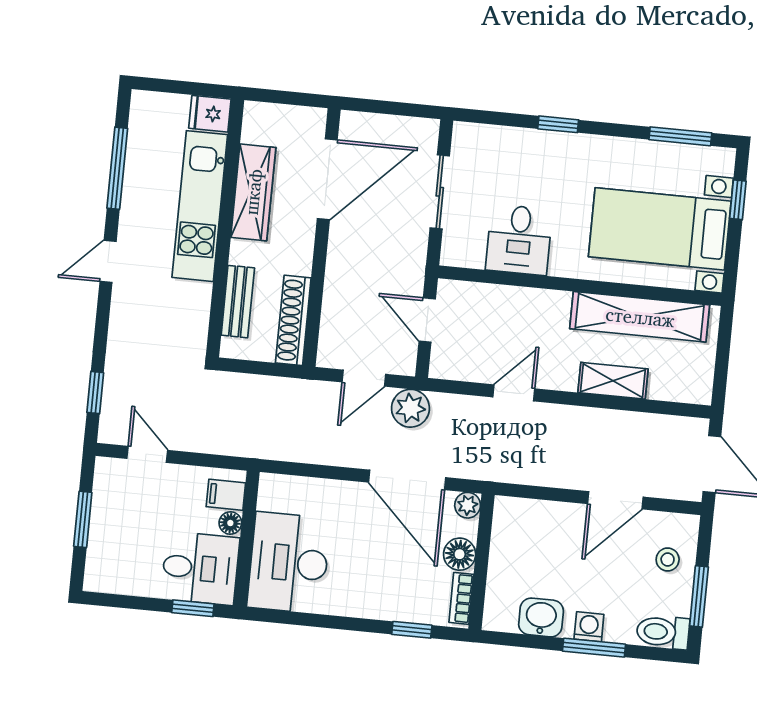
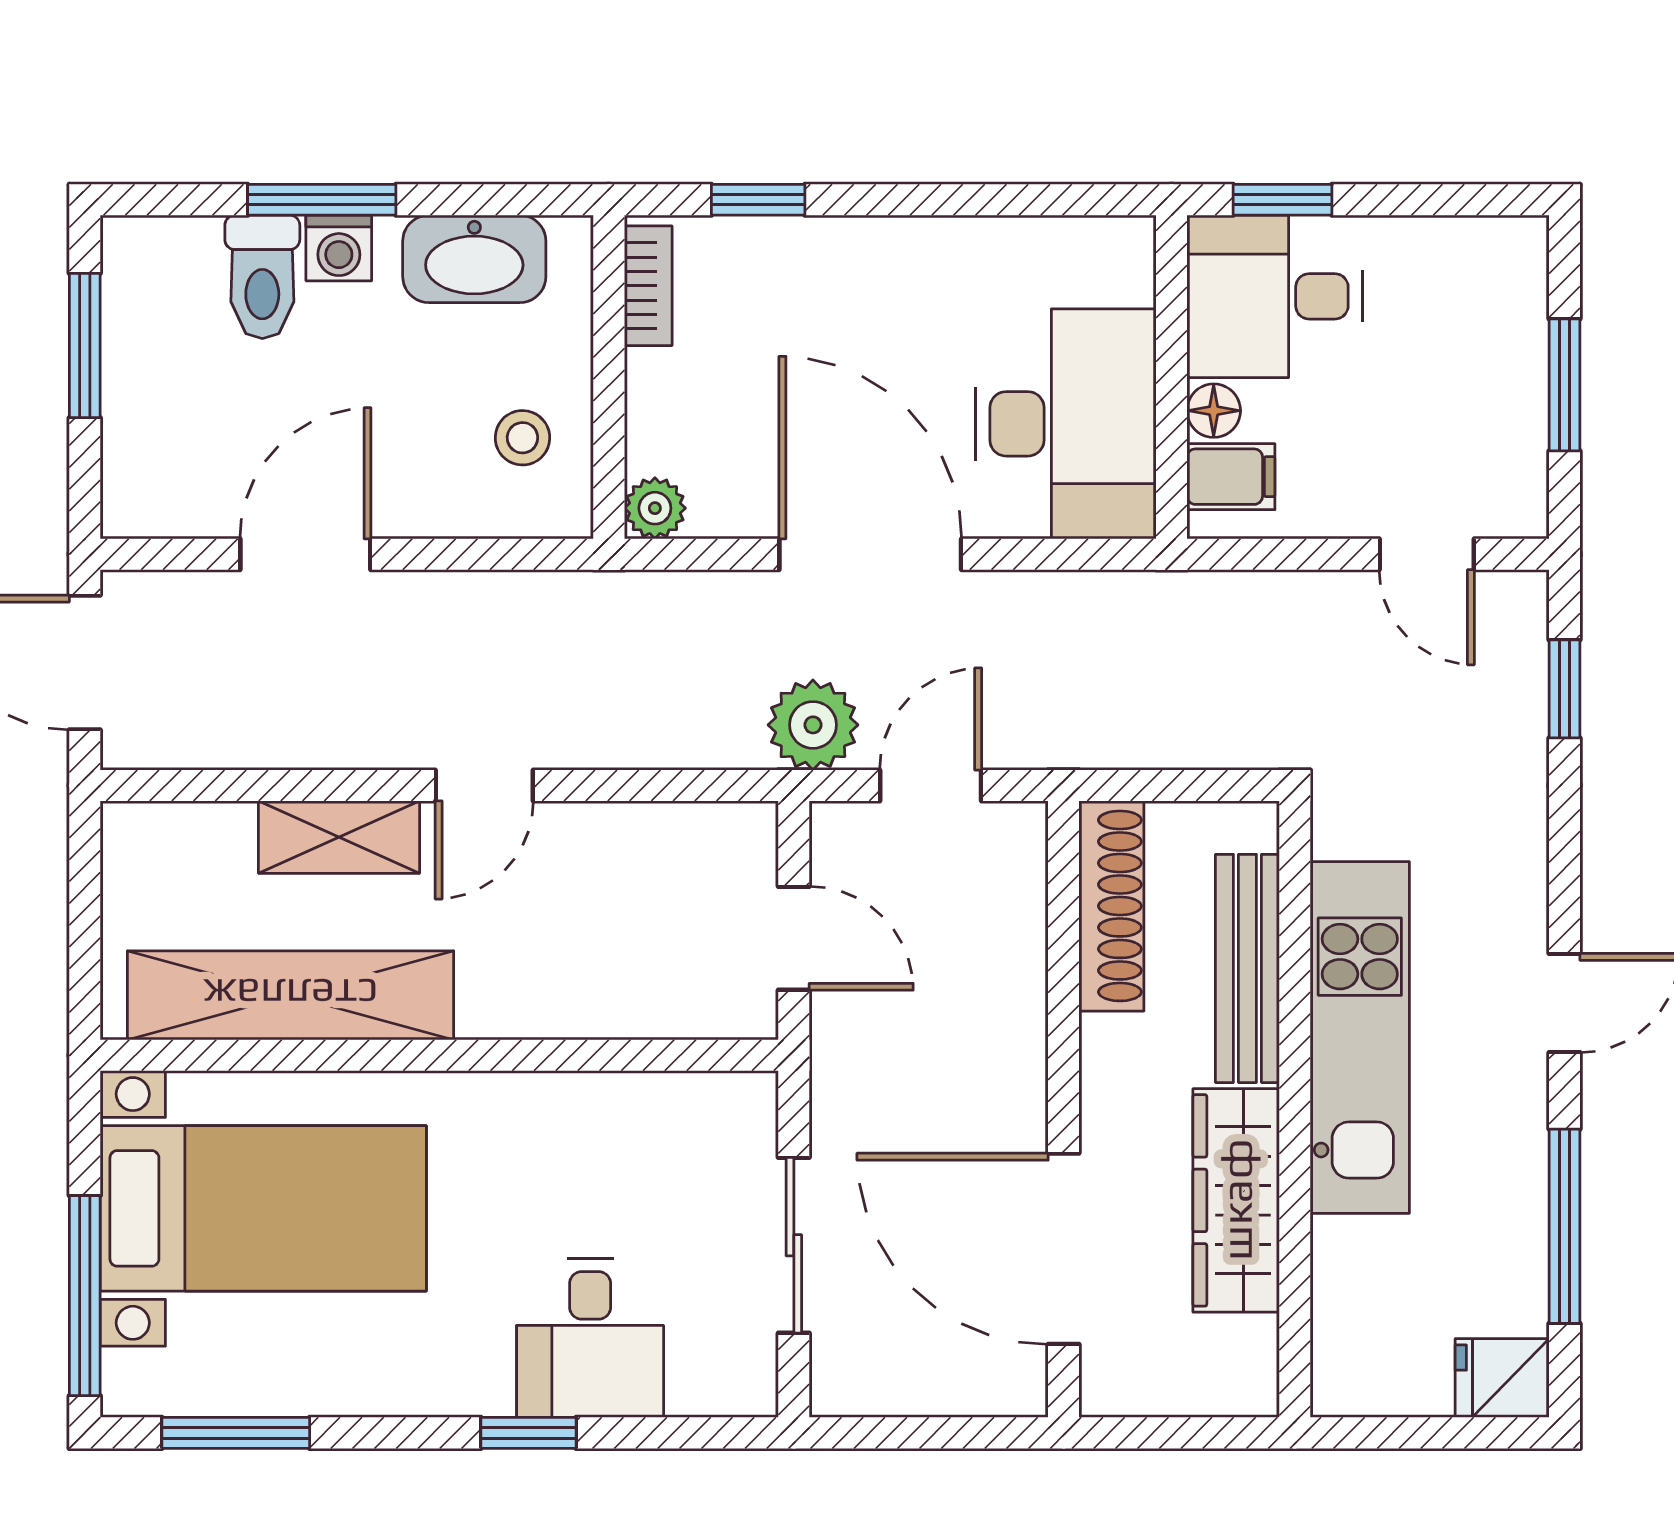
fridge: (210, 114) -> (1502, 1378), moved, turned 180
door: (327, 179) -> (1064, 1249), hinge flipped
window: (738, 200) -> (85, 1296), width x2.17
kitchen unit: (200, 206) -> (1360, 1037), moved
desk: (519, 240) -> (590, 1338), moved, turned 180
bench: (238, 302) -> (1247, 968), width x1.36
door: (514, 393) -> (484, 785), moved
door: (407, 480) -> (870, 554), moved
floor lamp: (460, 554) -> (663, 390), removed
stool: (668, 560) -> (522, 438), moved
desk: (289, 563) -> (1066, 424), moved
washbasin: (541, 617) -> (474, 259), width x1.38
toilet: (663, 632) -> (262, 277), moved, turned 90

